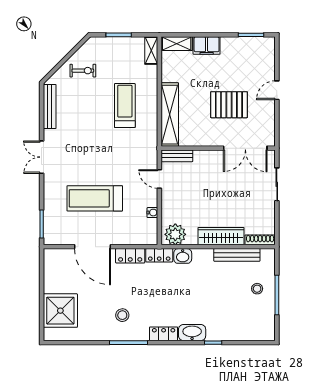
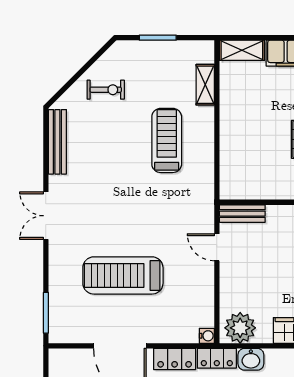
shelving: (151, 51) -> (205, 85), moved
shelving: (170, 115) -> (232, 154), removed
water cooler: (152, 213) -> (207, 336), moved

